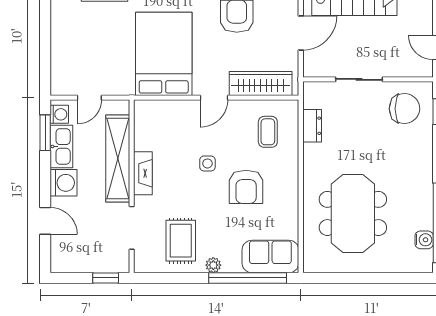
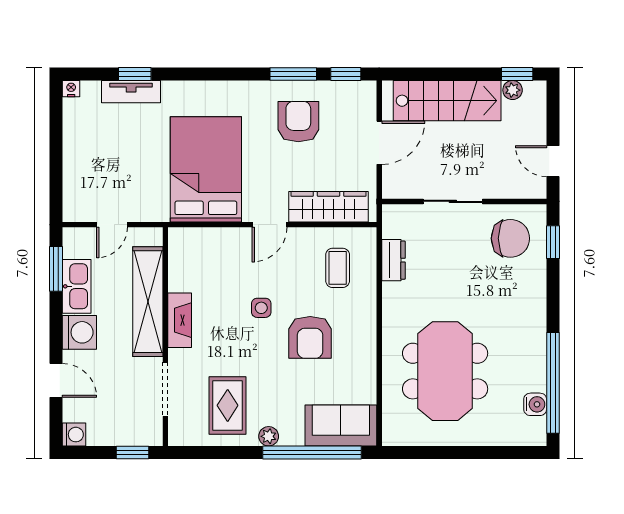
washing machine: (59, 114) -> (74, 435), moved

